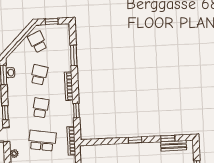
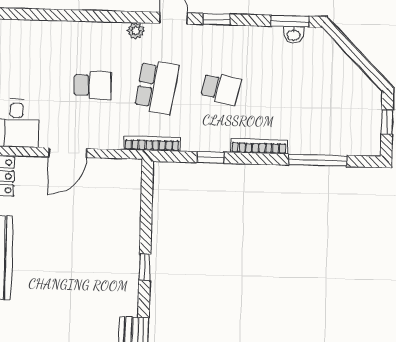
school desk: (38, 42) -> (349, 92), removed
window: (74, 55) -> (318, 160), width x1.44
school desk: (39, 75) -> (285, 90), removed

